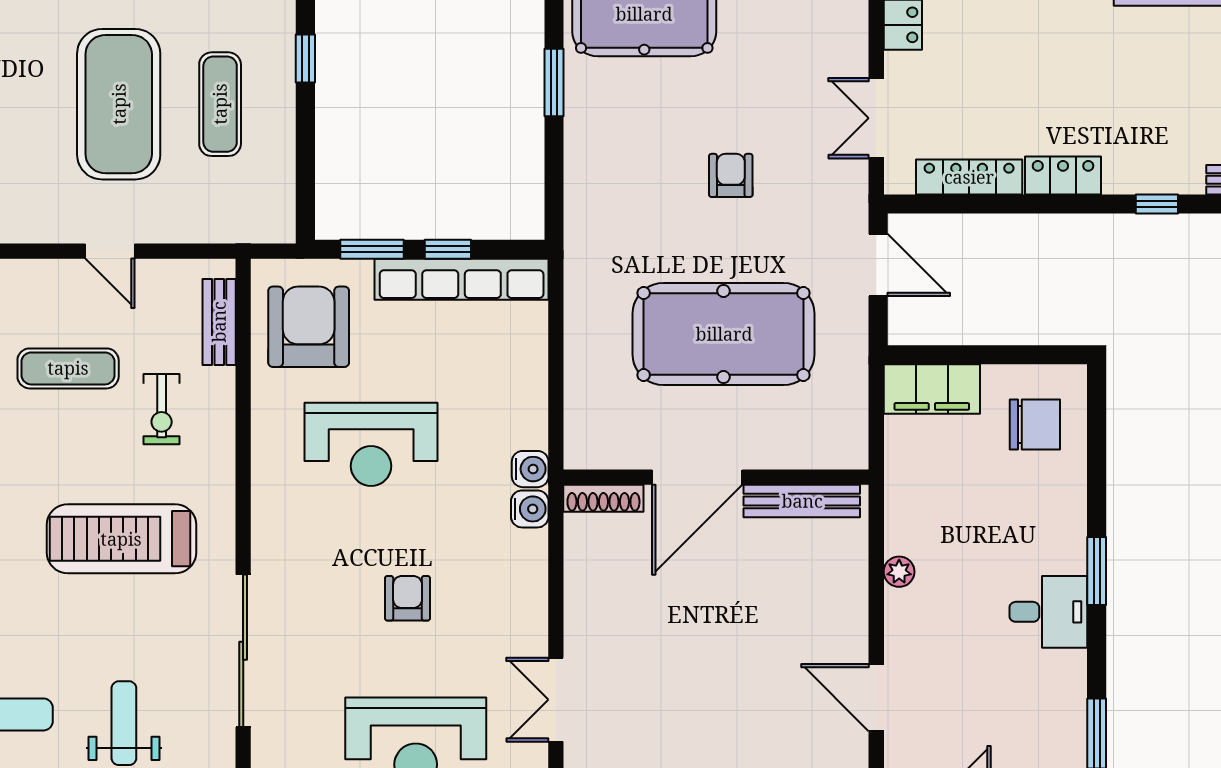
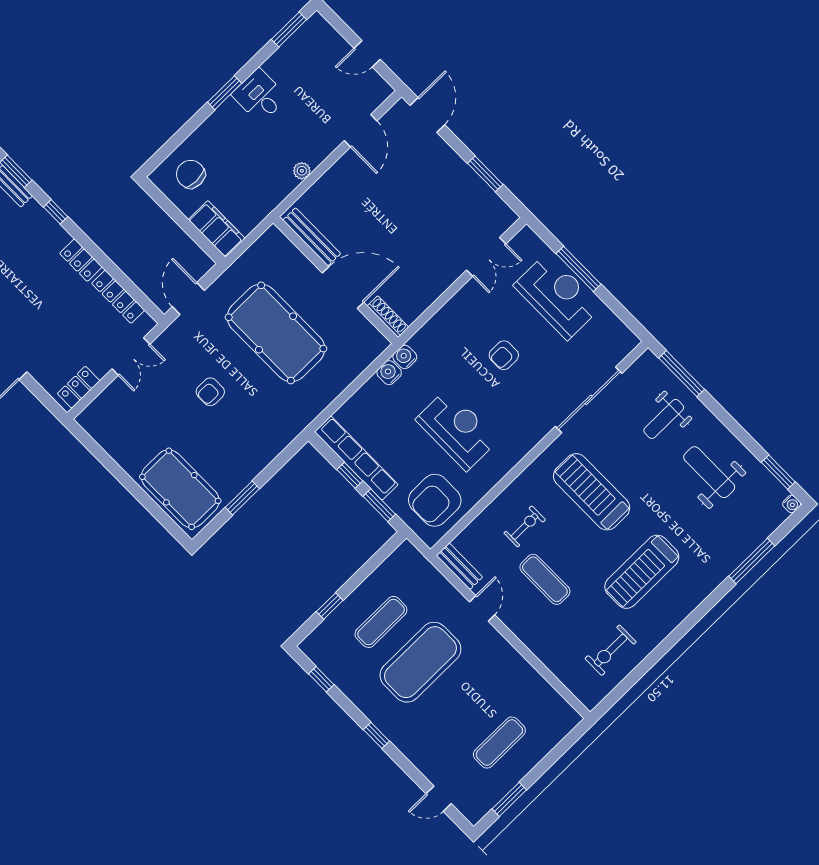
bench: (219, 322) -> (459, 566), moved, turned 90
water cooler: (530, 509) -> (389, 373), moved
treadmill: (121, 539) -> (592, 492), turned 180

